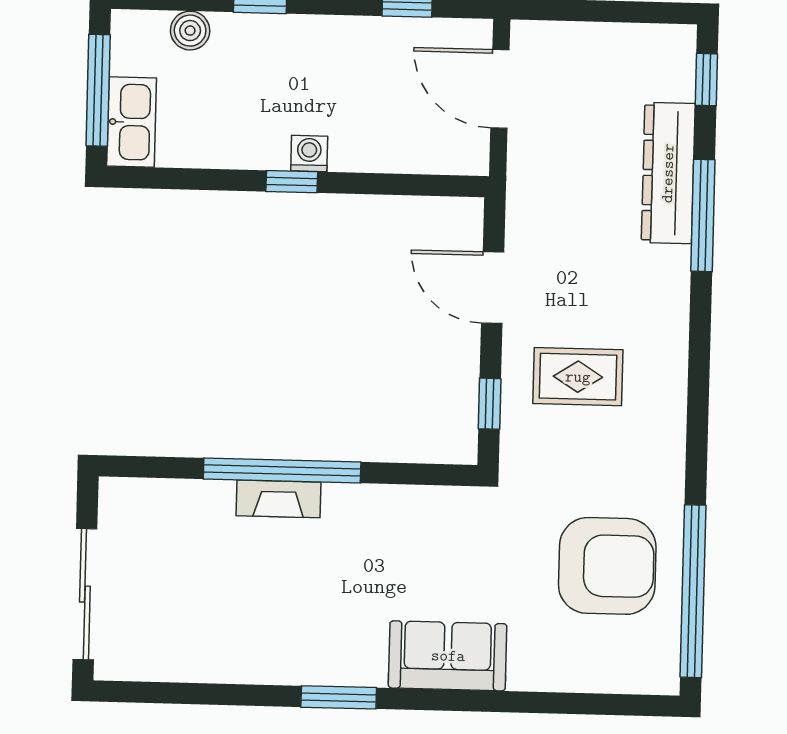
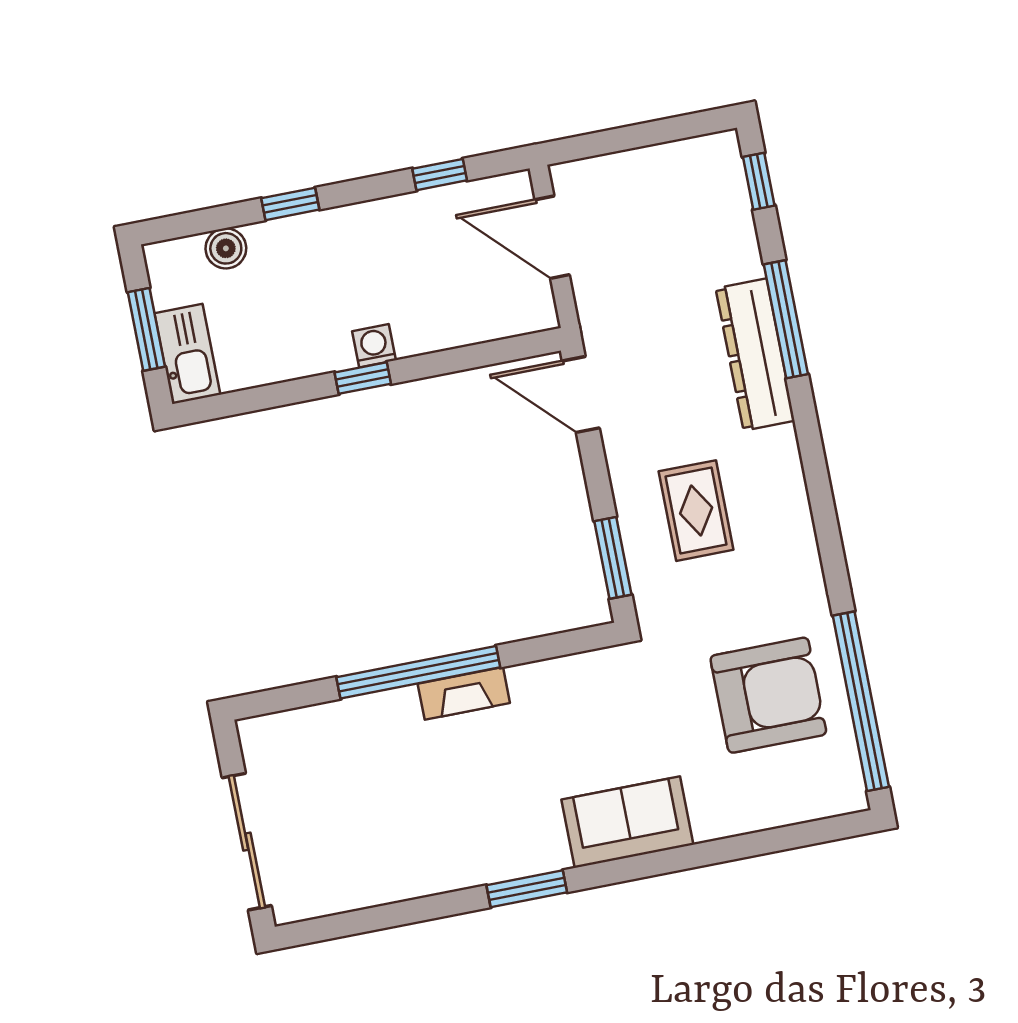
window: (98, 90) -> (146, 329), width x0.69
dresser: (668, 173) -> (755, 355), moved
door: (493, 288) -> (581, 394), moved
rug: (578, 377) -> (696, 511), turned 90
window: (490, 404) -> (613, 558), width x1.50
fireplace: (278, 499) -> (464, 693), moved

